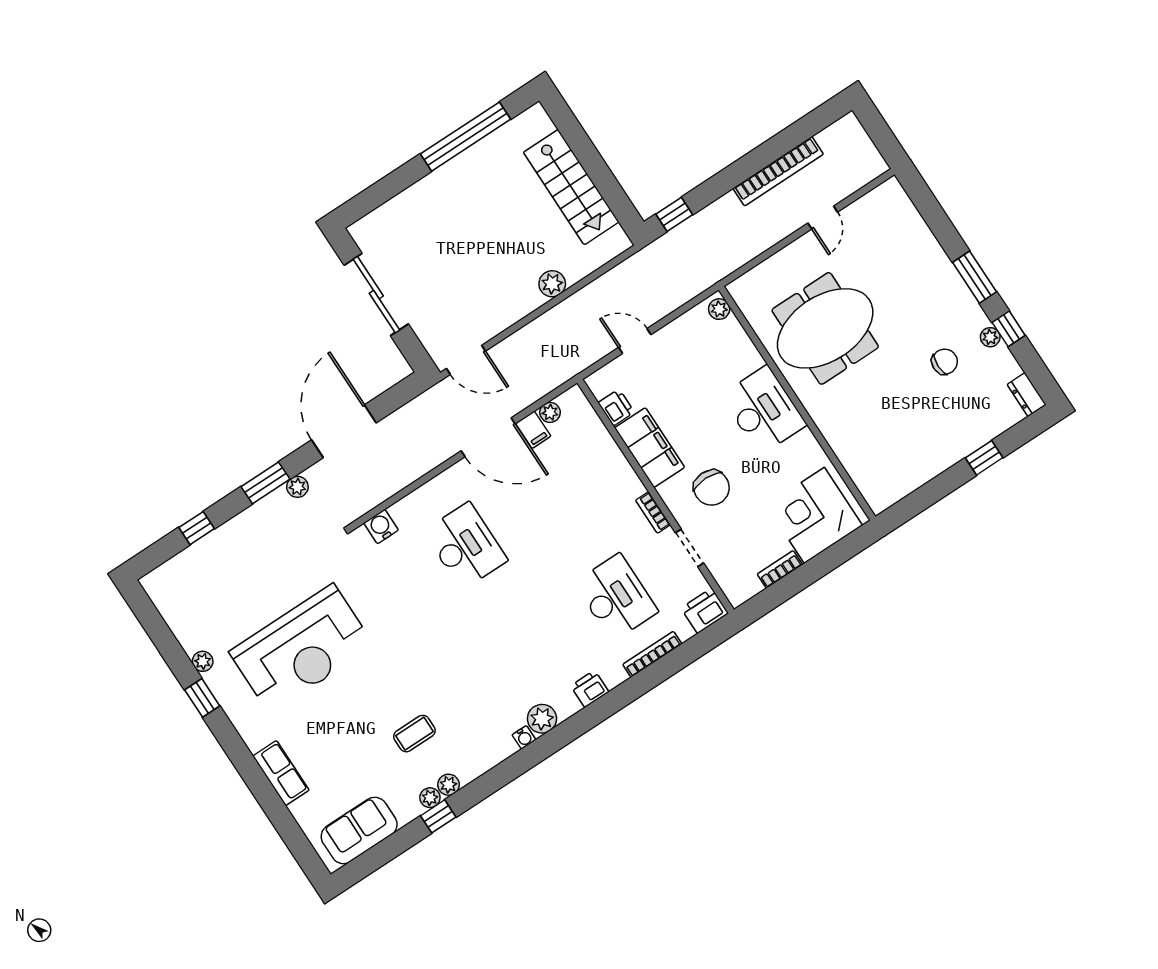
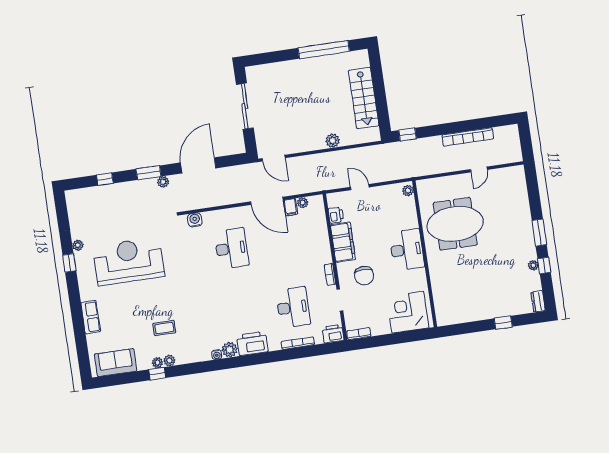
chair: (945, 362) -> (506, 267), removed
bookcase: (780, 569) -> (359, 334), moved
reception desk: (302, 649) -> (129, 261), turned 180
printer: (590, 689) -> (252, 343), width x1.87, depth x1.48

